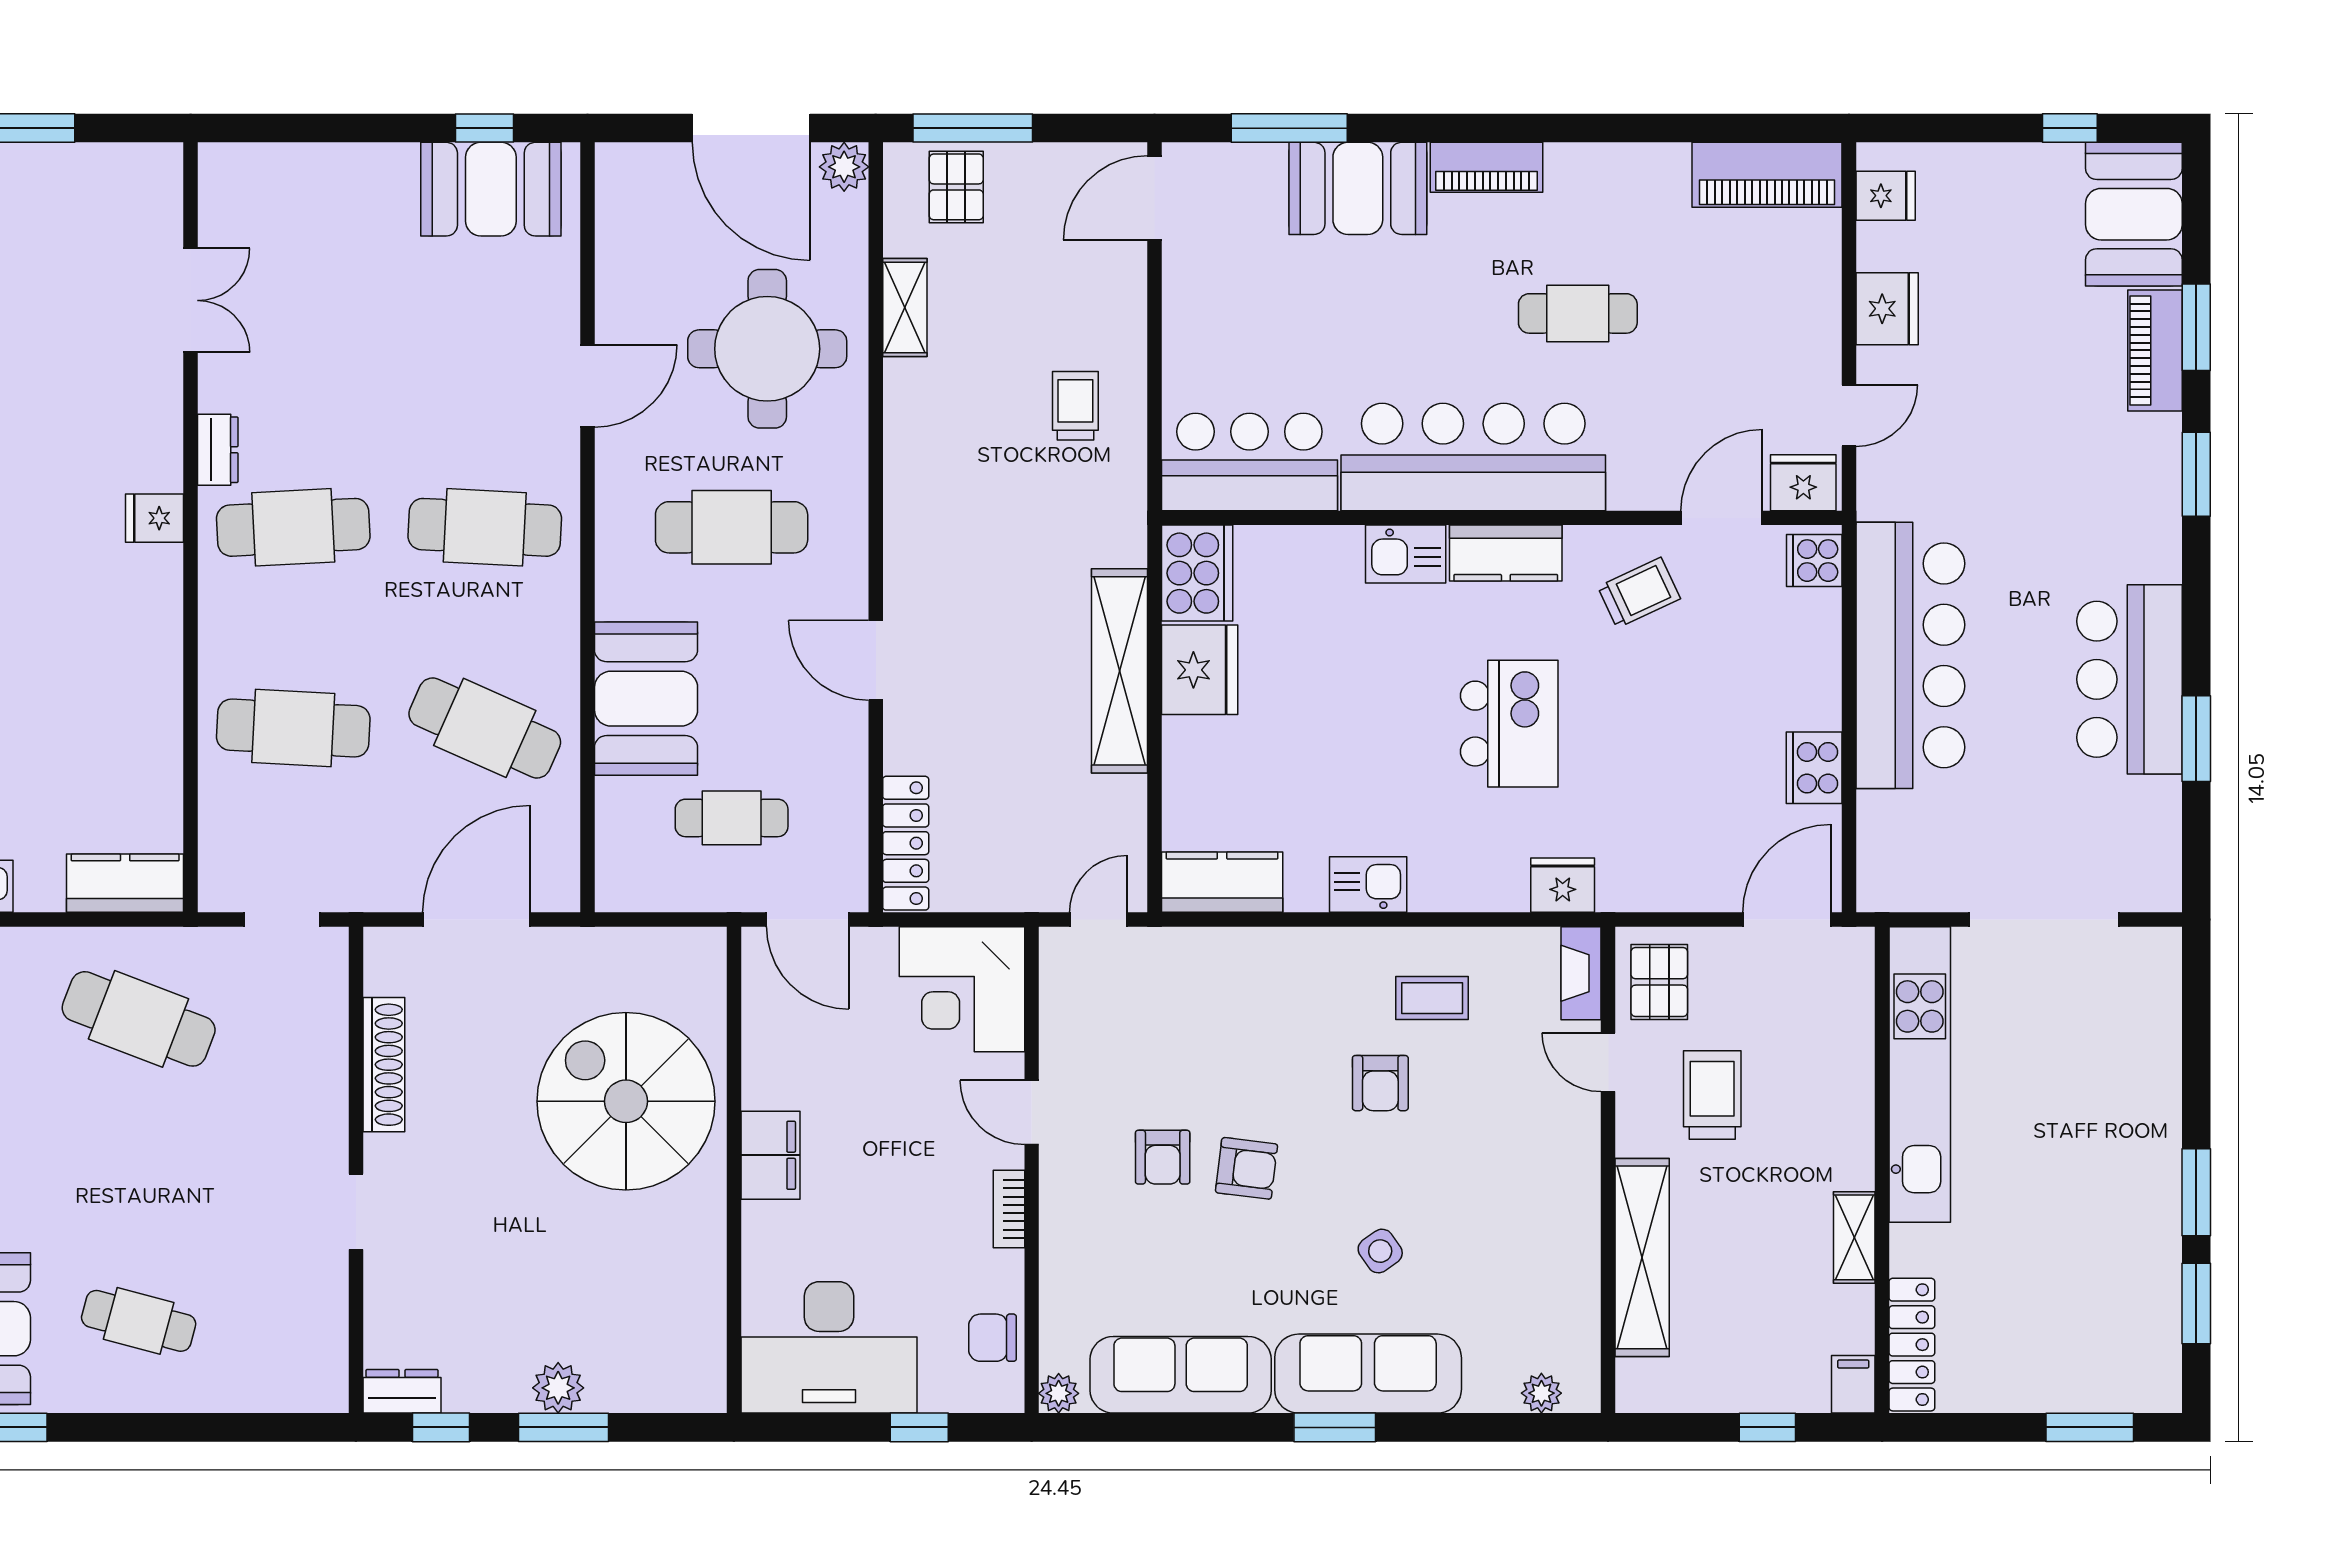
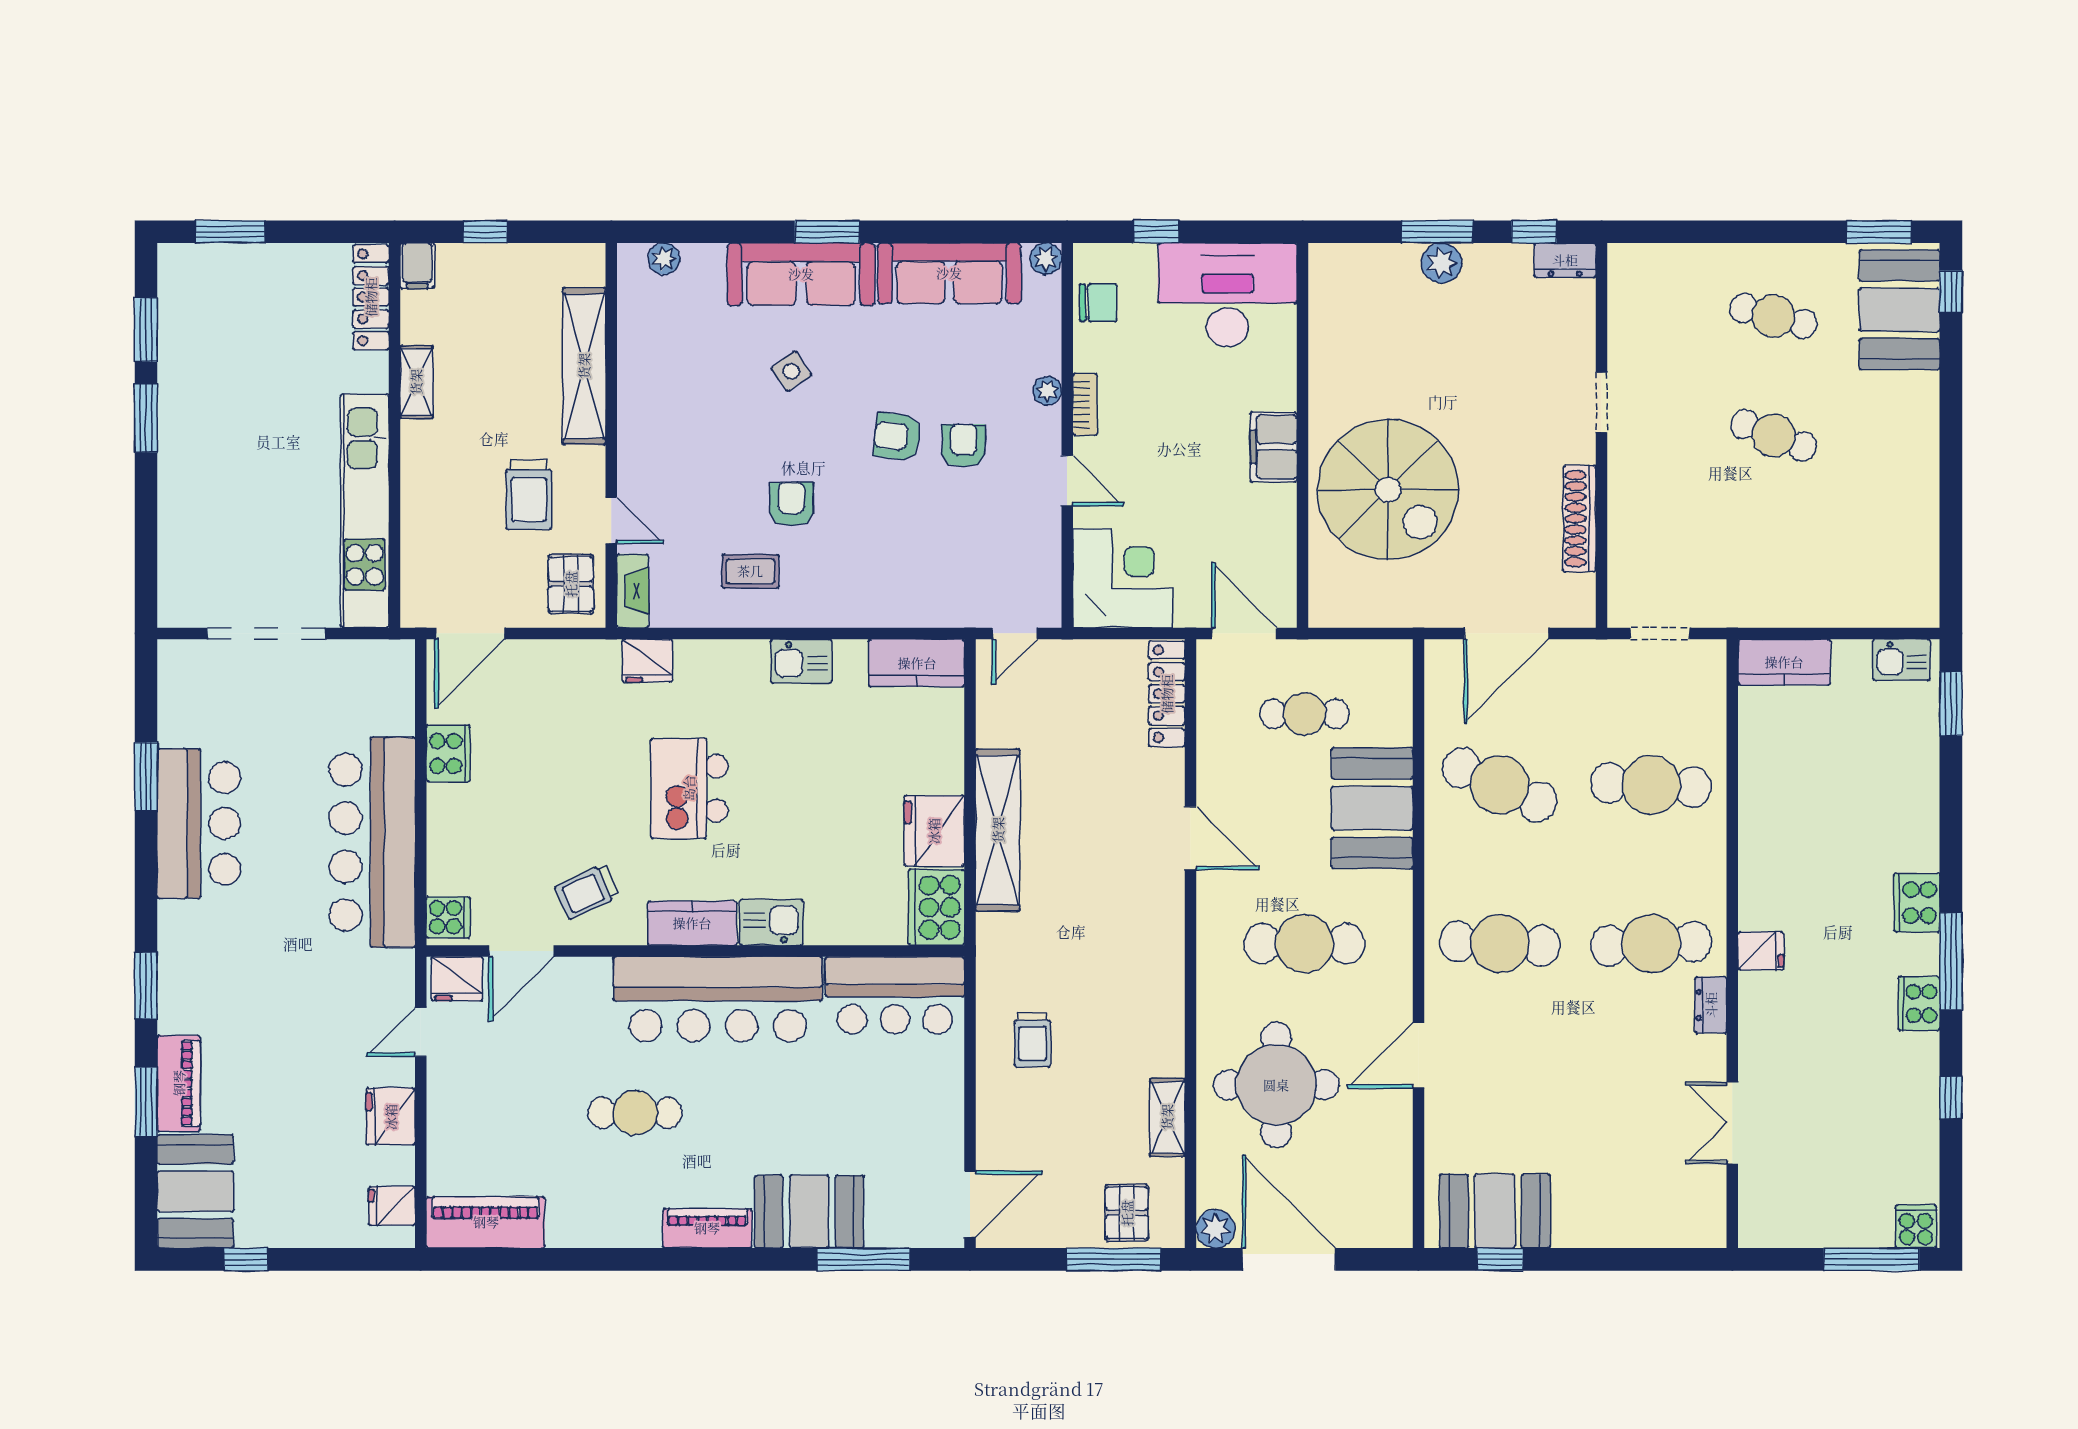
cafe table: (139, 1019) -> (1773, 435), moved, width x0.73, depth x0.74
plant: (1057, 1226) -> (1047, 391), added

